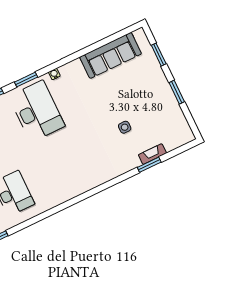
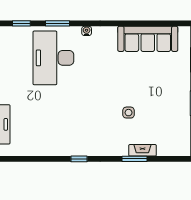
desk: (37, 111) -> (53, 58), turned 180
window: (101, 188) -> (79, 159), added

